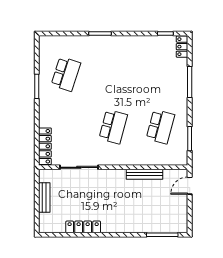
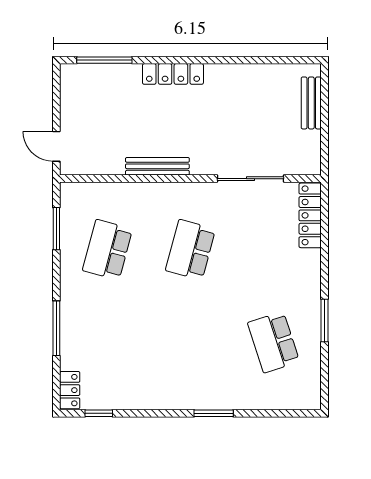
school desk: (66, 74) -> (273, 342), turned -36
bench: (145, 174) -> (157, 166), moved
door: (190, 186) -> (56, 146), swing flipped
bench: (44, 197) -> (311, 103), moved
locker: (83, 227) -> (173, 74), moved

